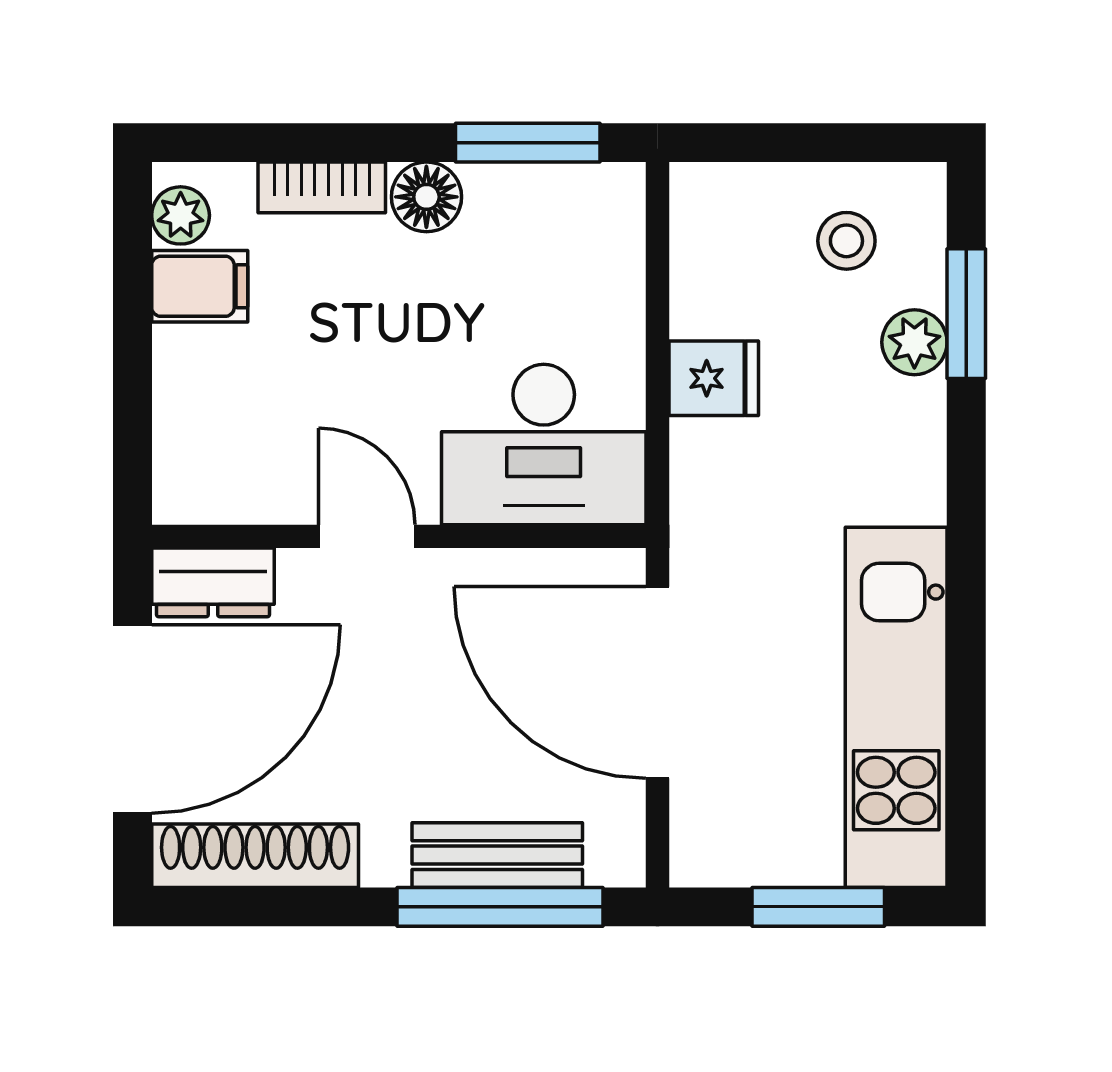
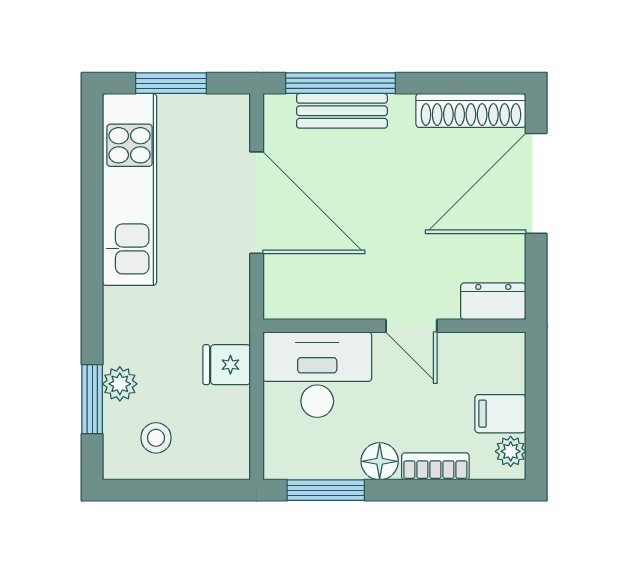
desk: (544, 444) -> (317, 375), moved
door: (367, 536) -> (411, 326), moved
wall: (399, 536) -> (394, 326), moved
dresser: (213, 582) -> (493, 301), moved

